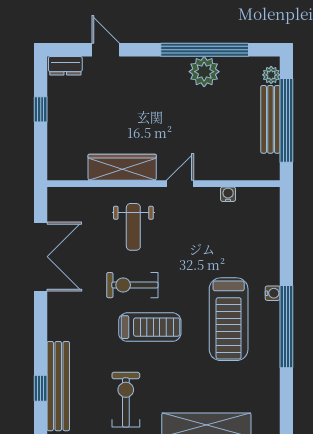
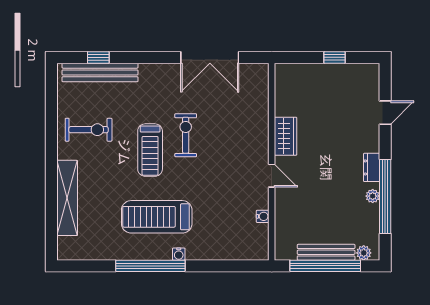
dresser: (65, 66) -> (372, 167), moved
plant: (204, 72) -> (373, 196), width x0.53, depth x0.53
wardrobe: (122, 167) -> (286, 136), width x0.67
weight bench: (133, 227) -> (235, 136), removed

